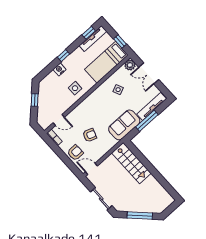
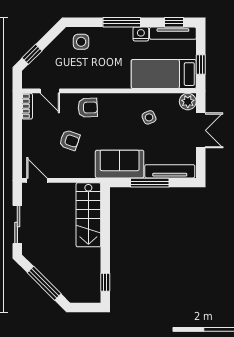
window: (63, 56) -> (122, 22), width x2.17
nightstand: (59, 69) -> (141, 34), moved
double door: (149, 73) -> (201, 130), swing flipped
side table: (75, 88) -> (81, 42), moved
window: (35, 100) -> (32, 54), moved
armchair: (75, 153) -> (88, 108), moved
window: (169, 188) -> (105, 282), added

